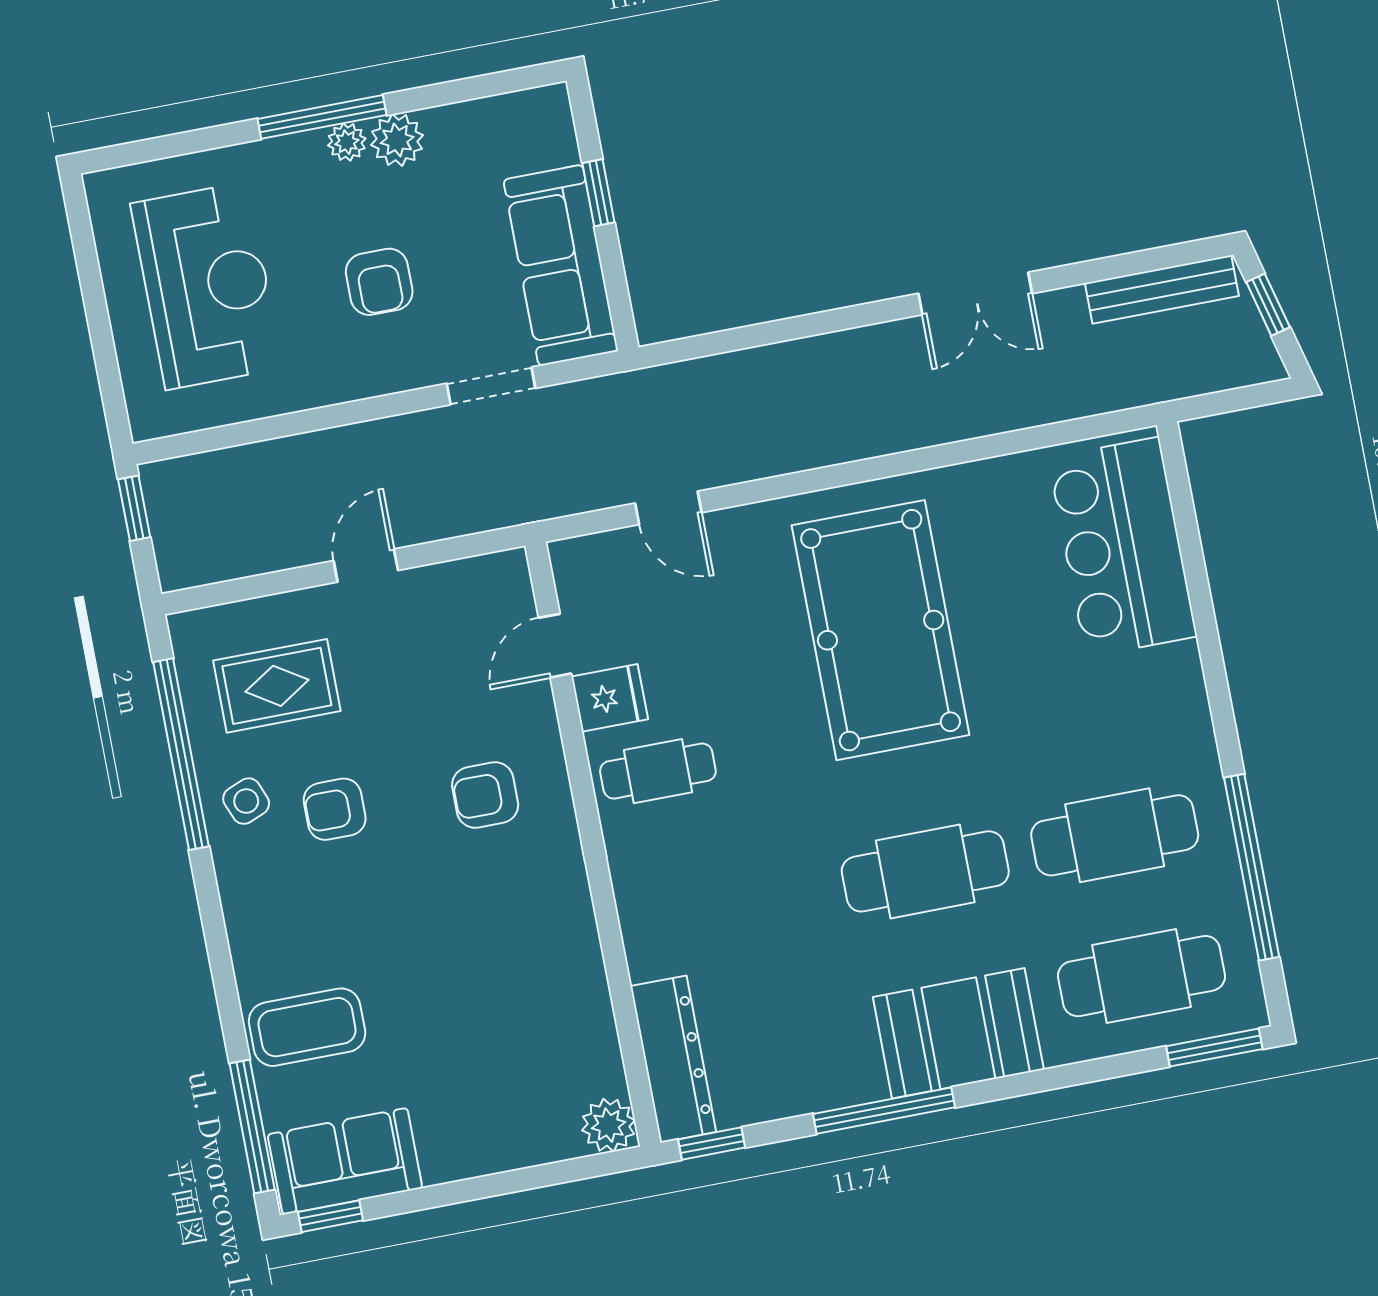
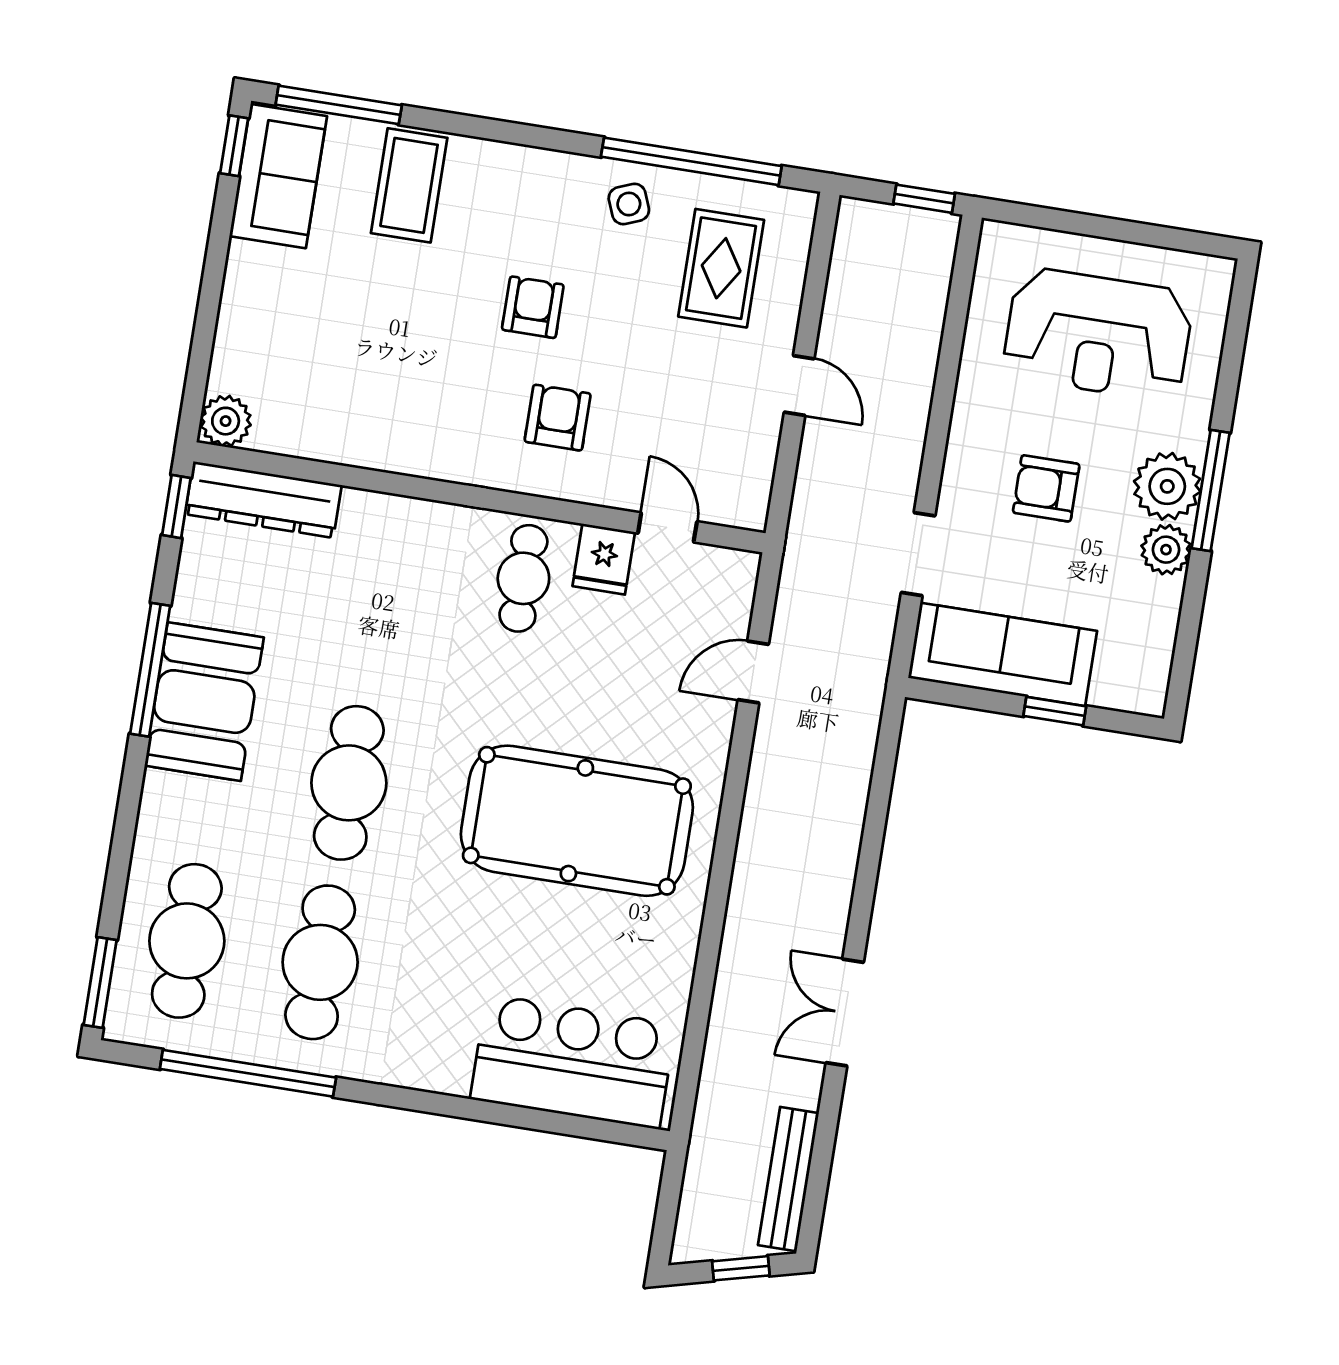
plant: (347, 142) -> (1167, 486), width x1.88, depth x1.88
armchair: (335, 809) -> (533, 307), moved
booth: (958, 1033) -> (204, 702), moved

